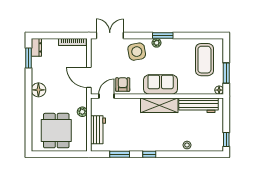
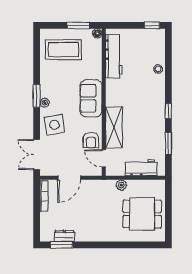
dresser: (36, 47) -> (64, 236), moved
door: (89, 77) -> (69, 178), moved
armchair: (123, 85) -> (91, 140), turned -90
floor lamp: (38, 90) -> (97, 234), removed
shelving: (159, 105) -> (114, 127), moved

